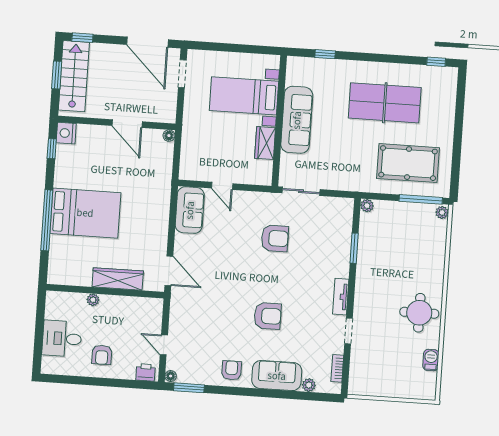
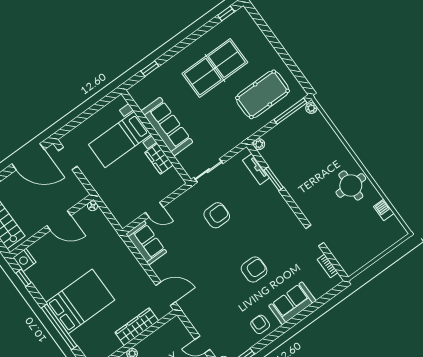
tv unit: (341, 297) -> (256, 169), moved
plant: (309, 385) -> (318, 292), removed

